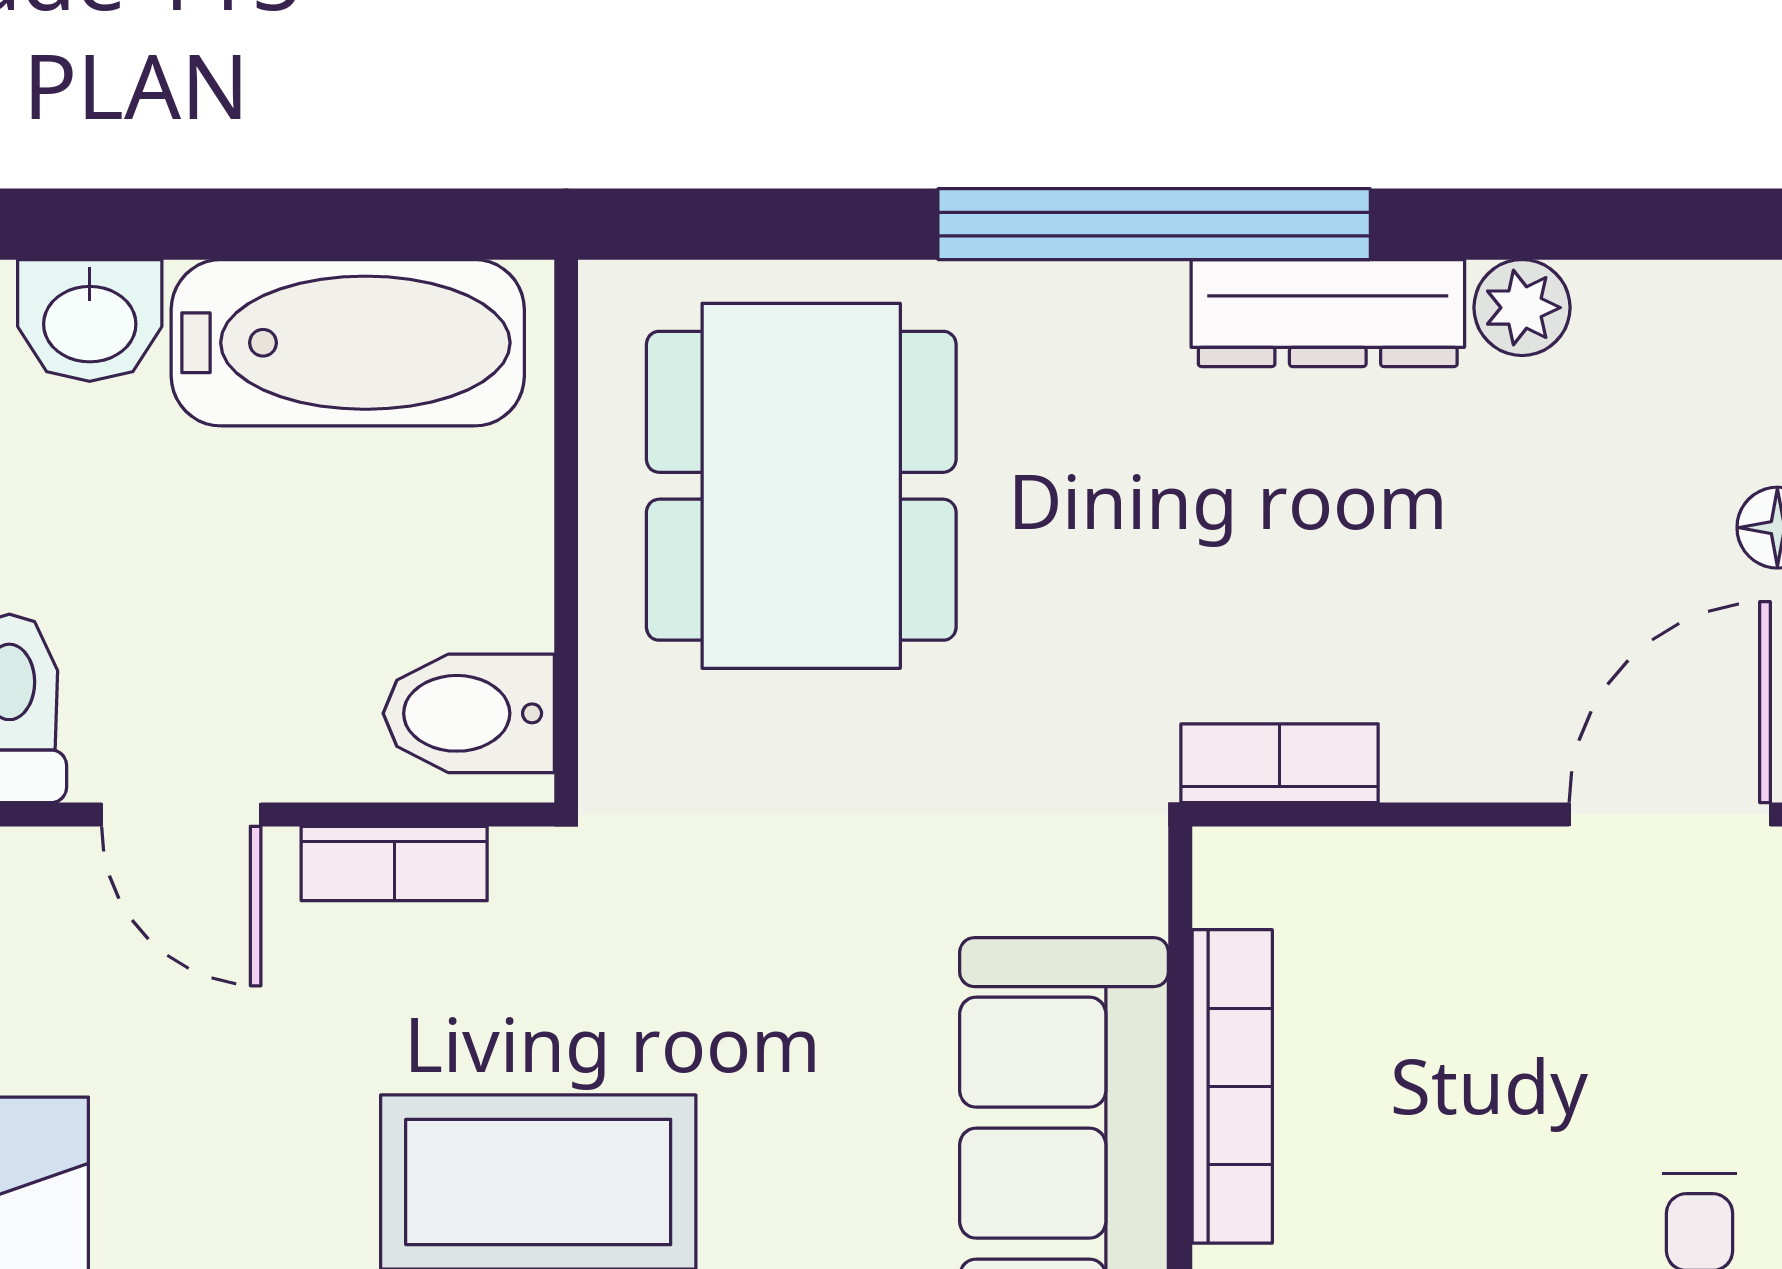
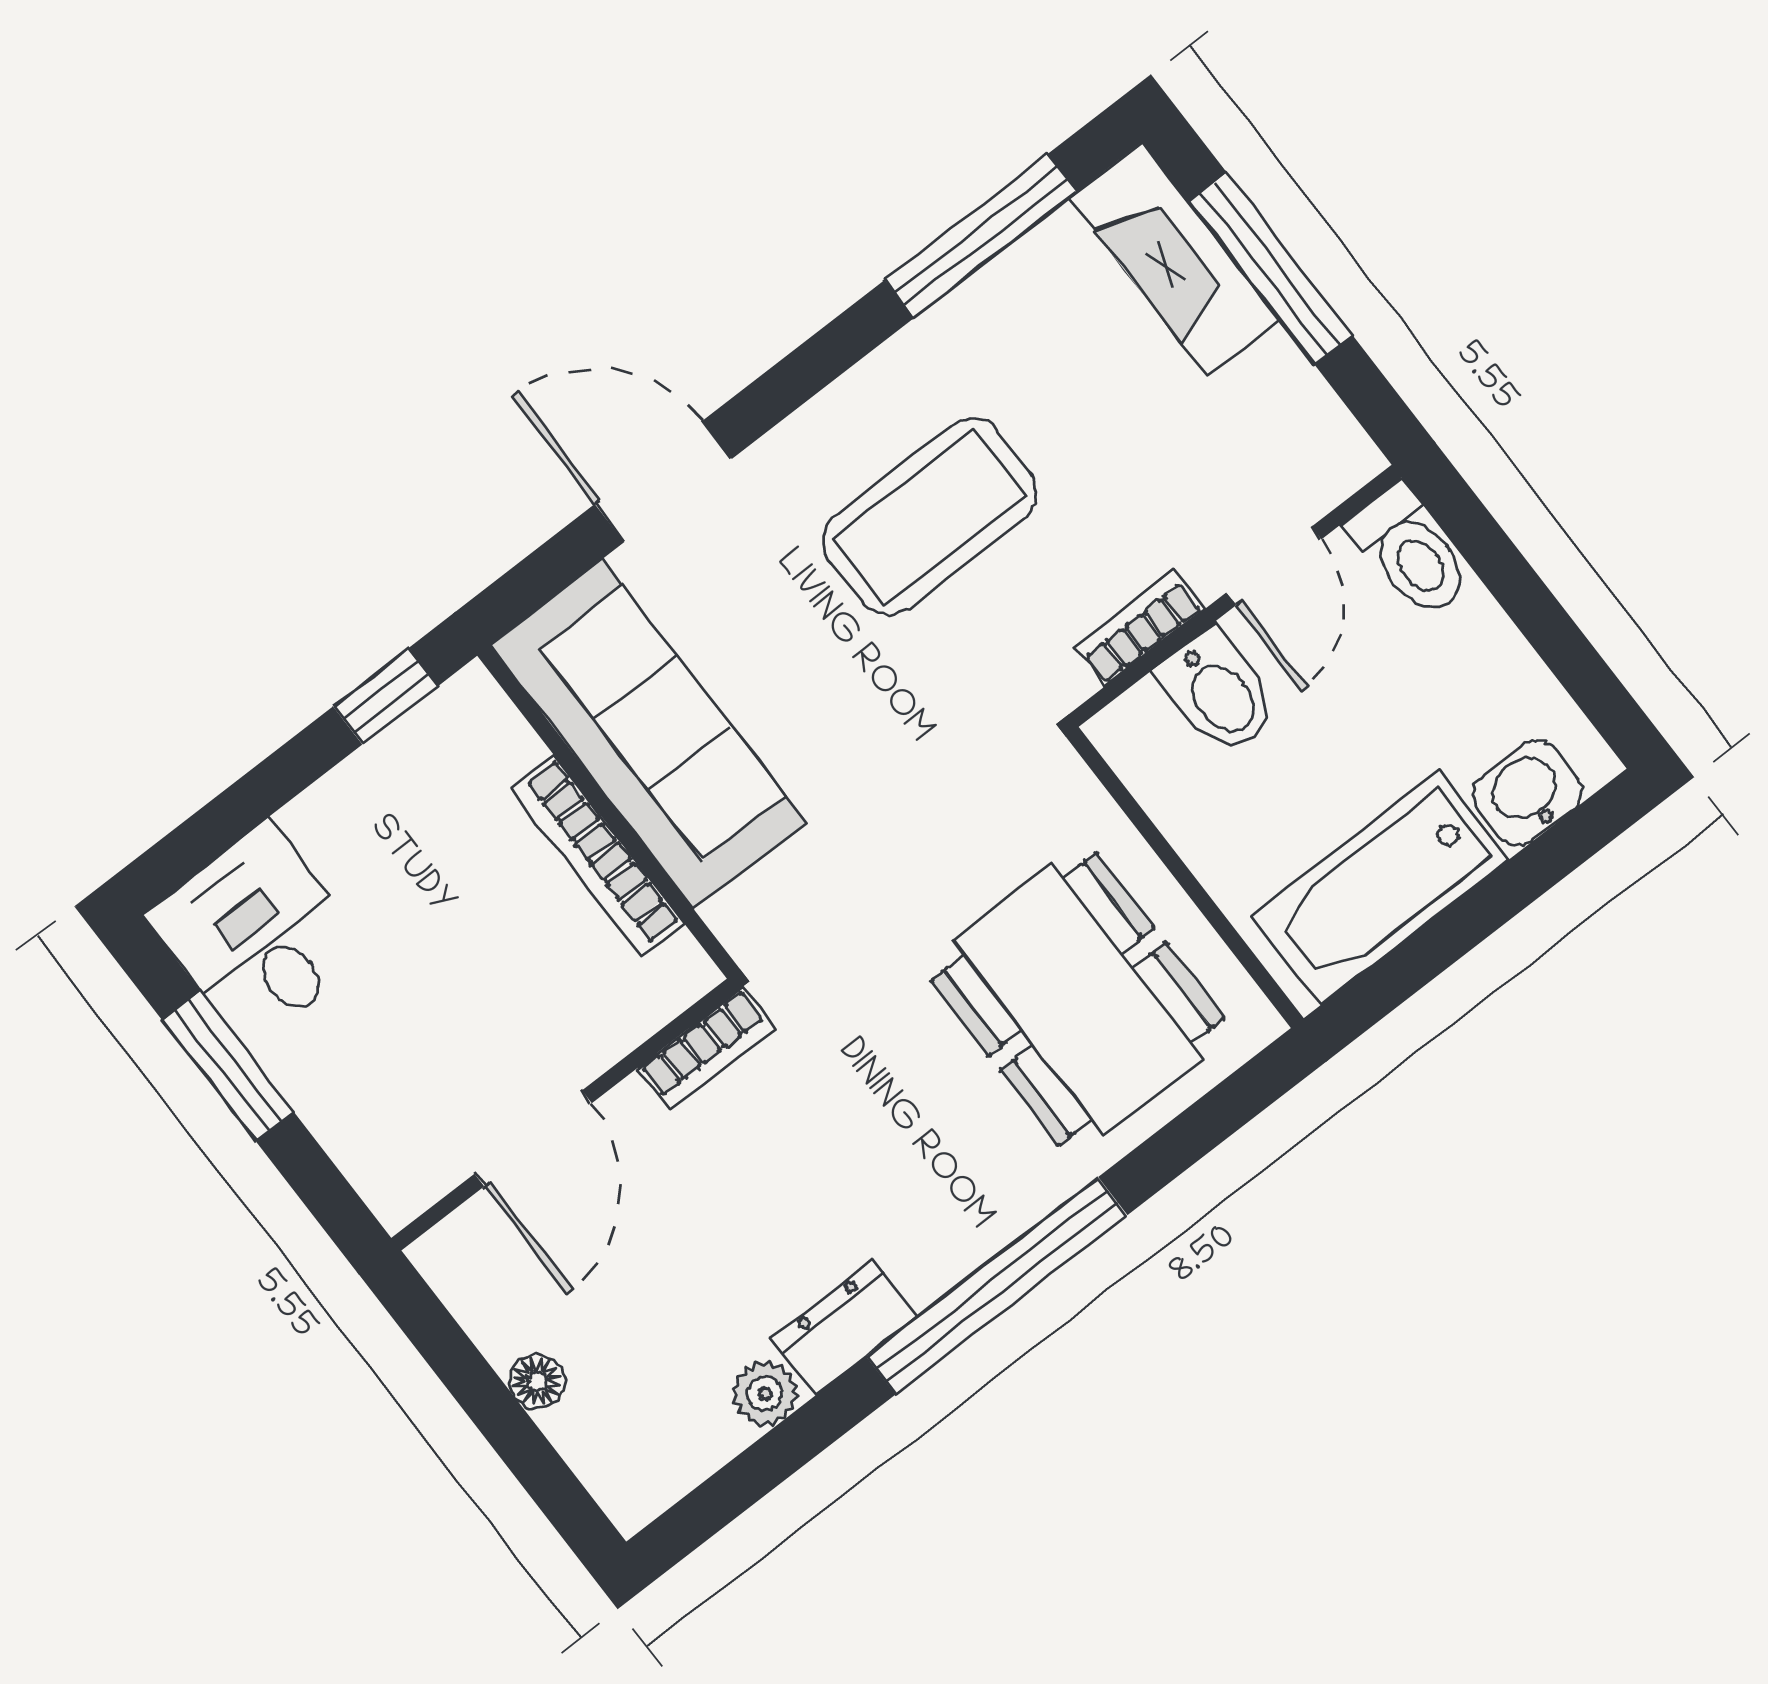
dresser: (1328, 313) -> (845, 1327), width x0.70
bidet: (469, 713) -> (1218, 692), moved, turned 90
door: (181, 815) -> (1274, 566), swing flipped
door: (1670, 815) -> (533, 1138), moved

